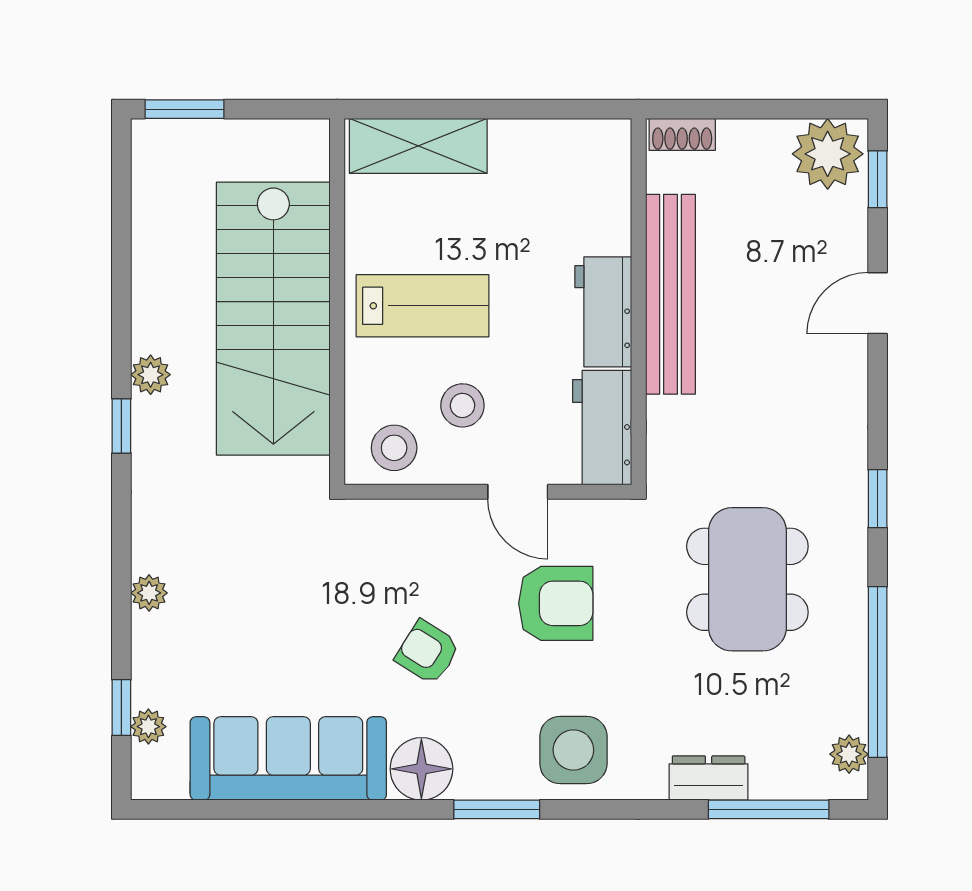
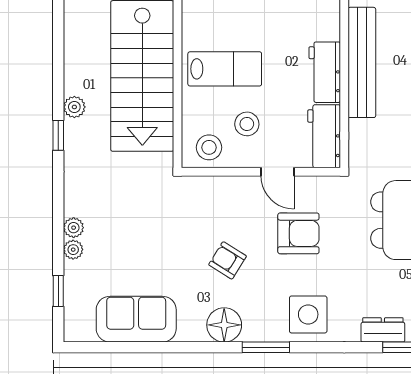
plant: (148, 727) -> (73, 250), moved
sofa: (288, 758) -> (136, 319), width x0.73

